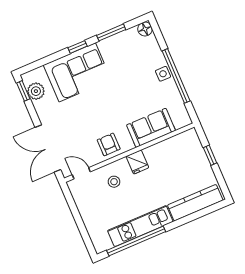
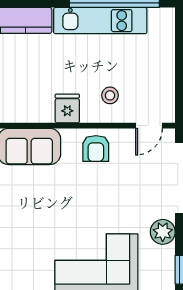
plant: (36, 91) -> (163, 232), moved
door: (81, 173) -> (149, 126), hinge flipped

